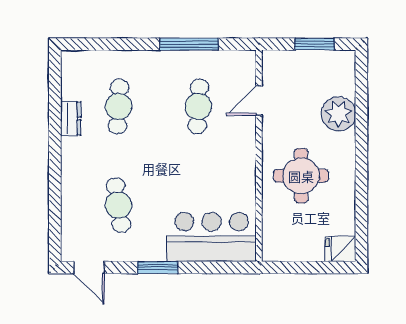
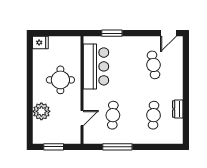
bar counter: (212, 237) -> (96, 66), moved, turned -90
door: (89, 267) -> (168, 33), swing flipped
window: (158, 267) -> (112, 33), moved

